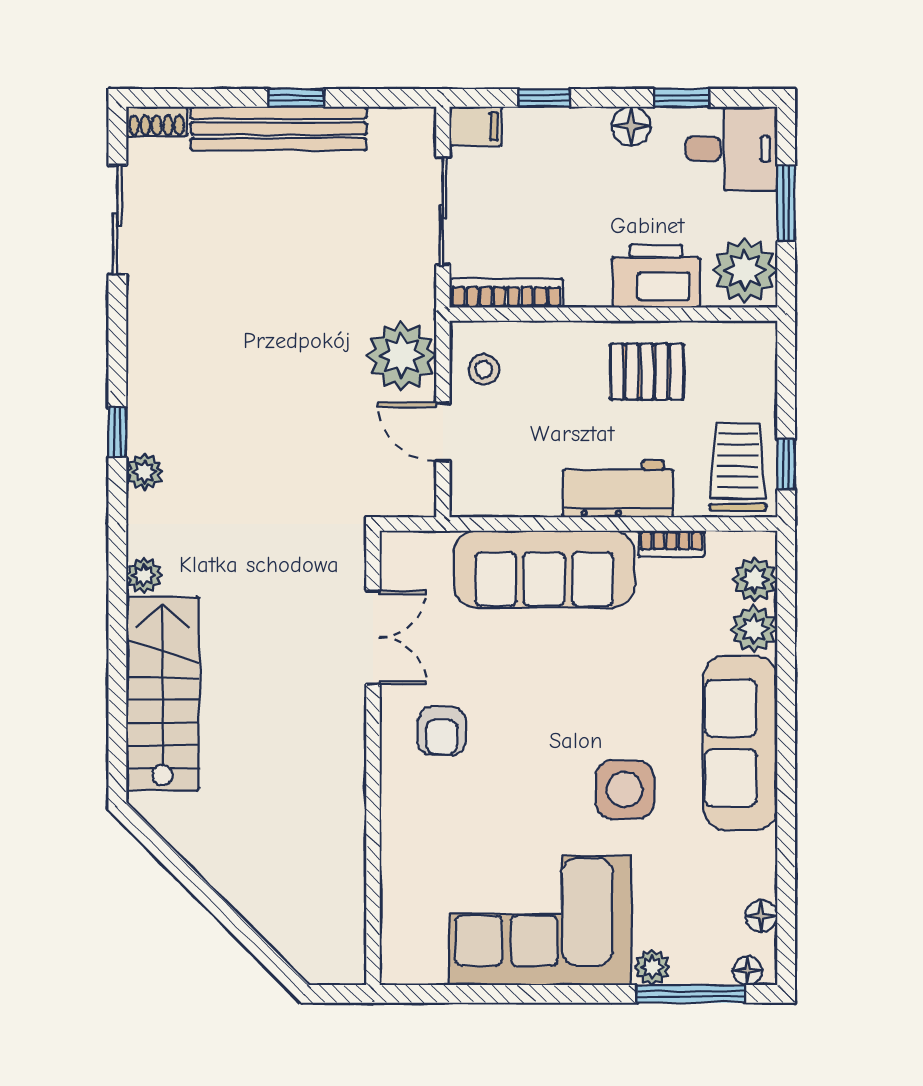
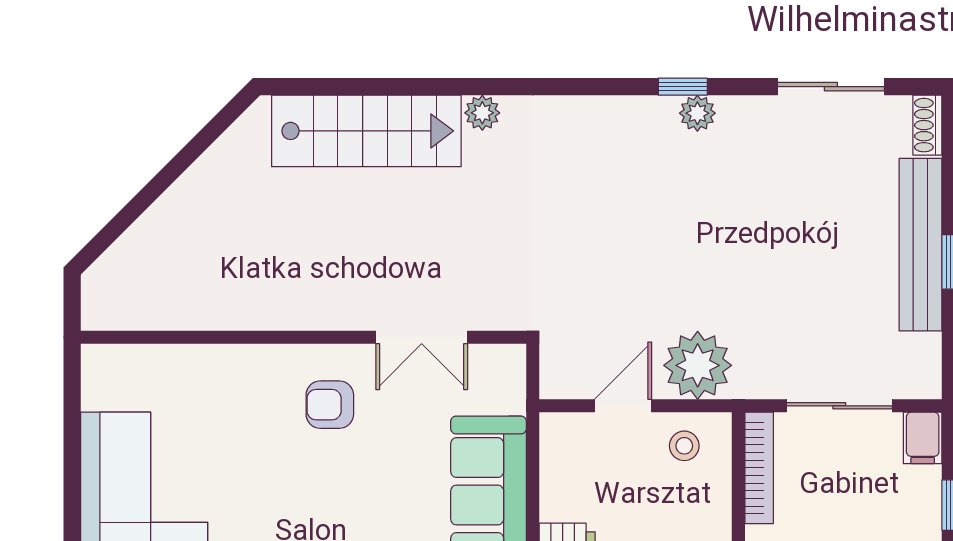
window: (117, 432) -> (683, 87), moved
plant: (144, 472) -> (697, 113), moved

